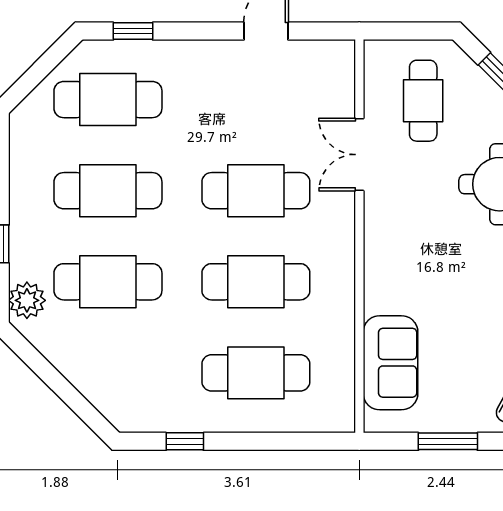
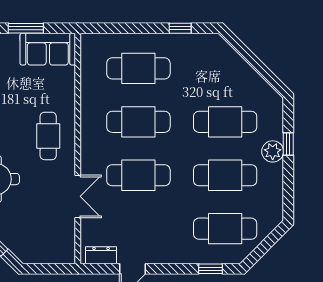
dresser: (320, 54) -> (101, 255), added
cafe table: (423, 101) -> (48, 136), moved
plant: (27, 300) -> (273, 151), moved
sofa: (391, 363) -> (48, 49), moved, turned -90

